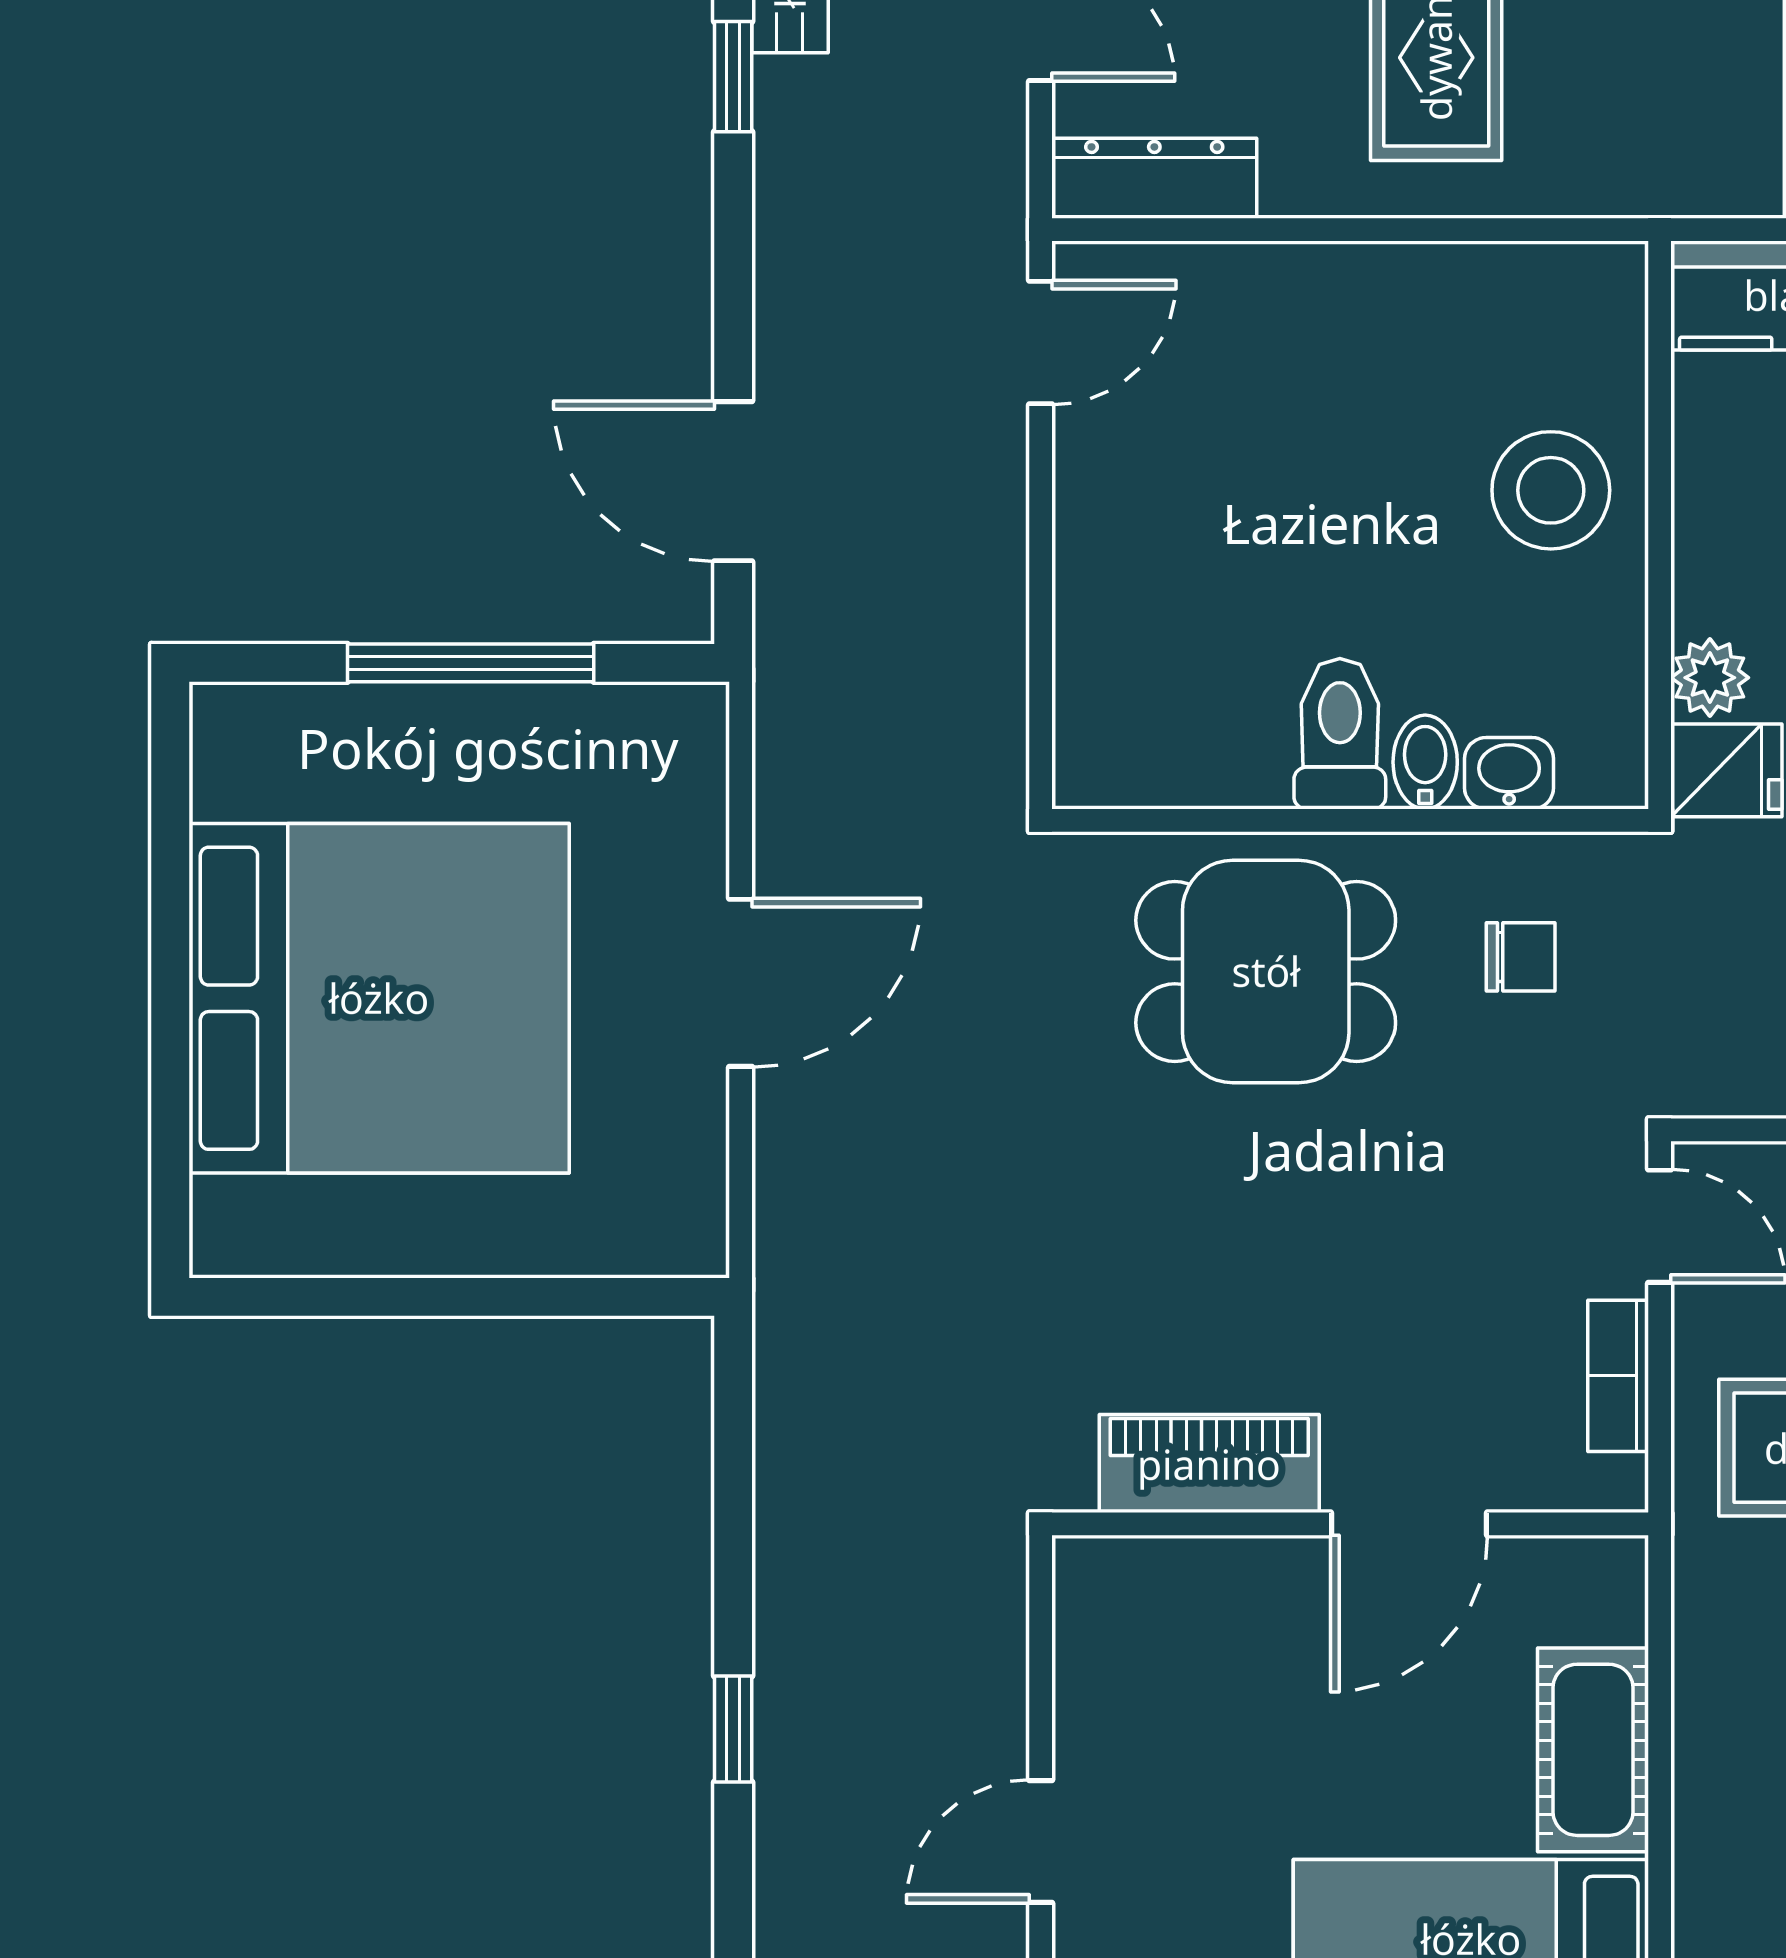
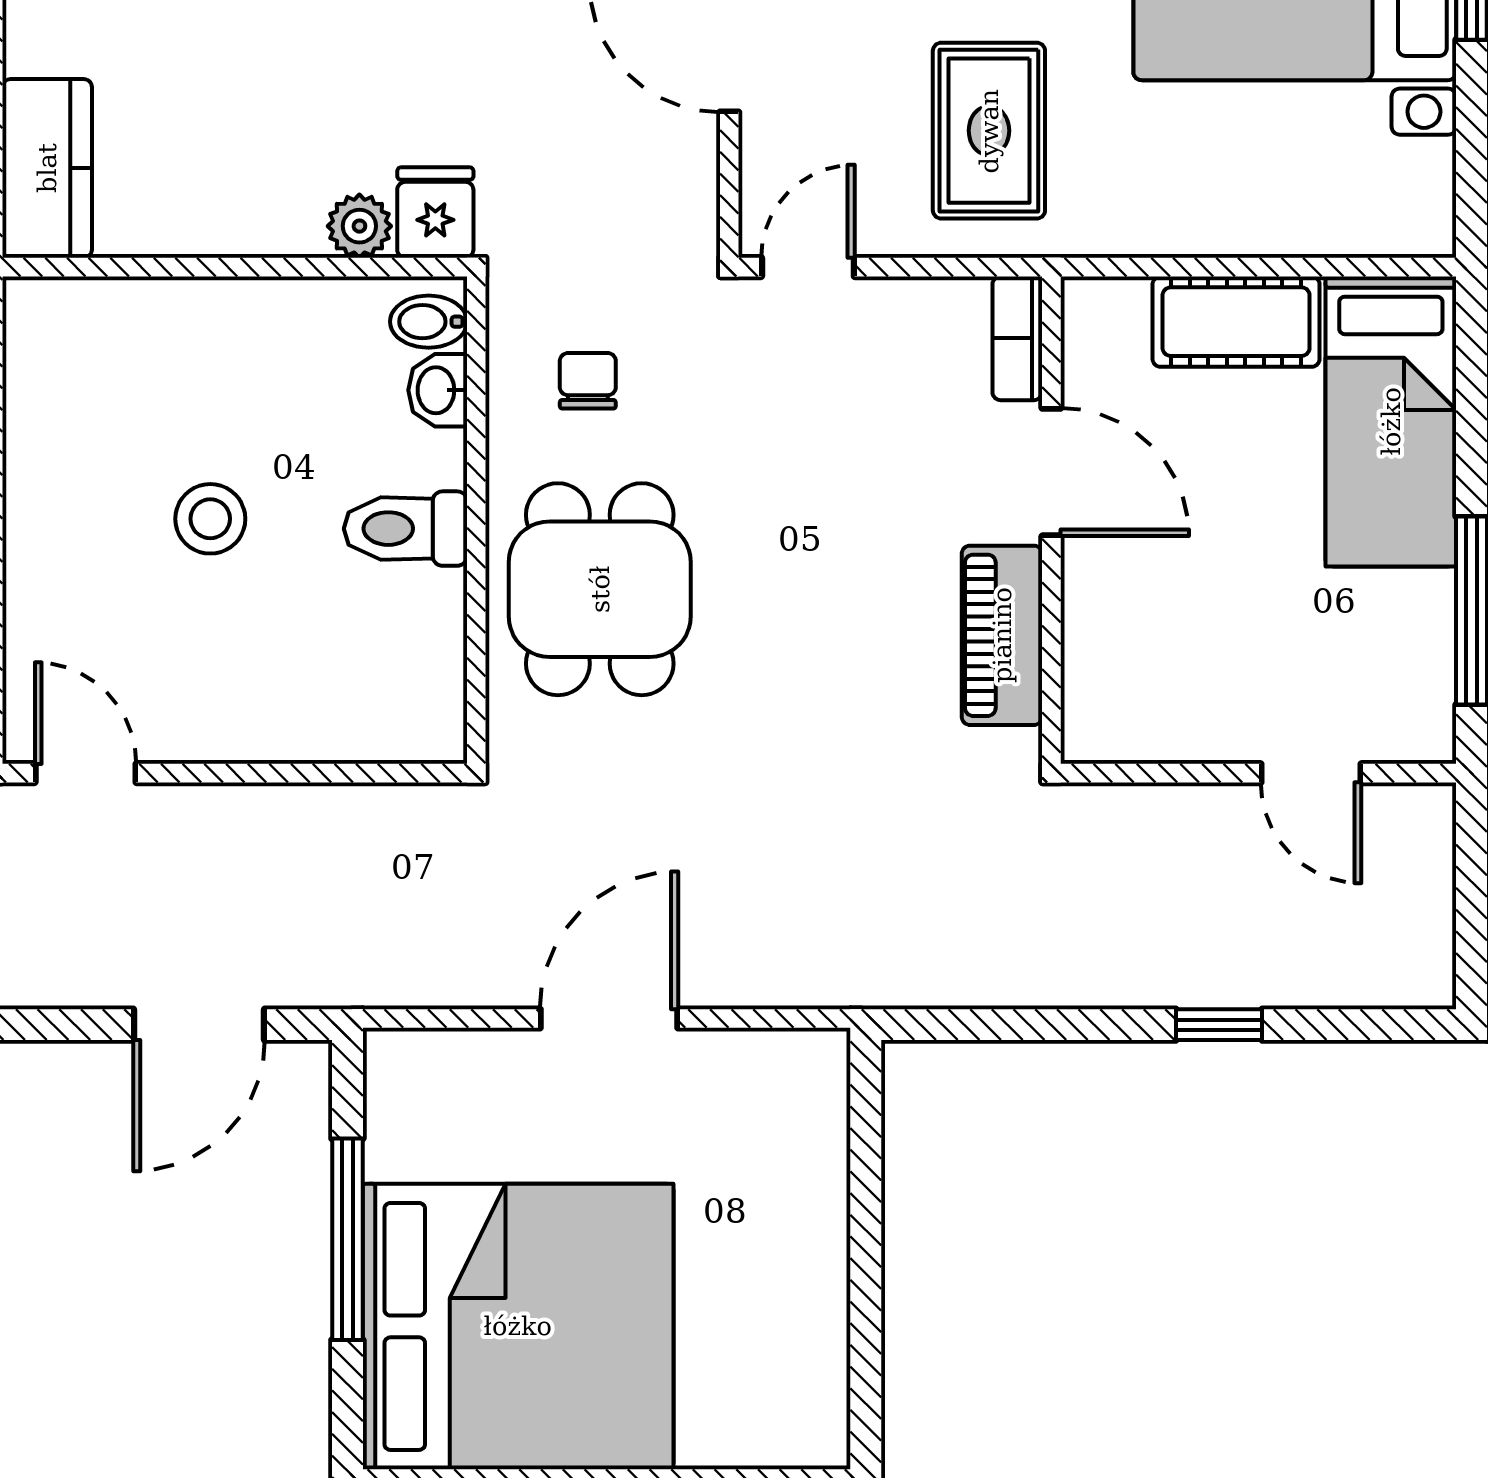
stool: (1551, 490) -> (210, 519), moved, width x0.73, depth x0.73
bidet: (1425, 762) -> (429, 322), moved
door: (741, 983) -> (609, 1019), hinge flipped
bed: (379, 998) -> (518, 1326), moved, turned 90
bookcase: (1618, 1376) -> (1017, 338), moved, turned 90

